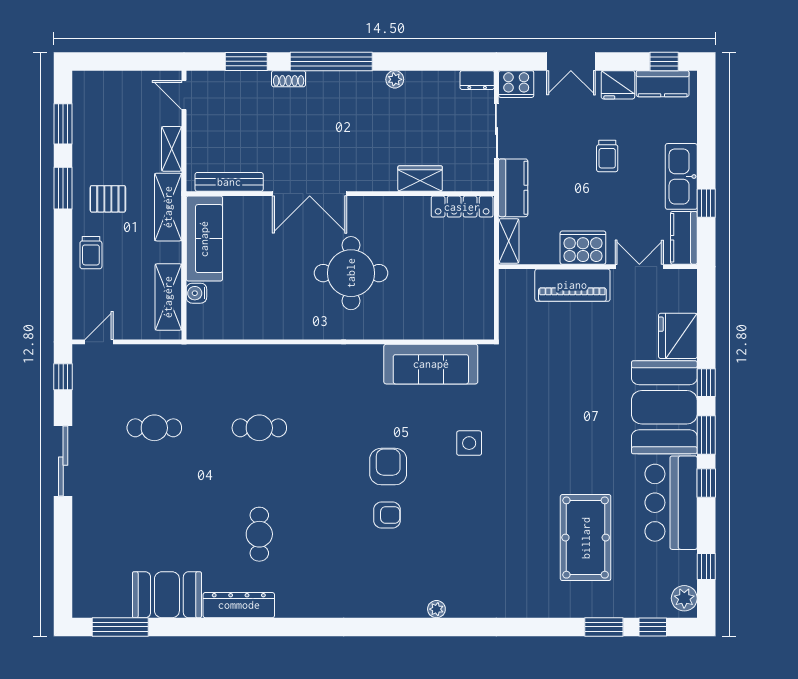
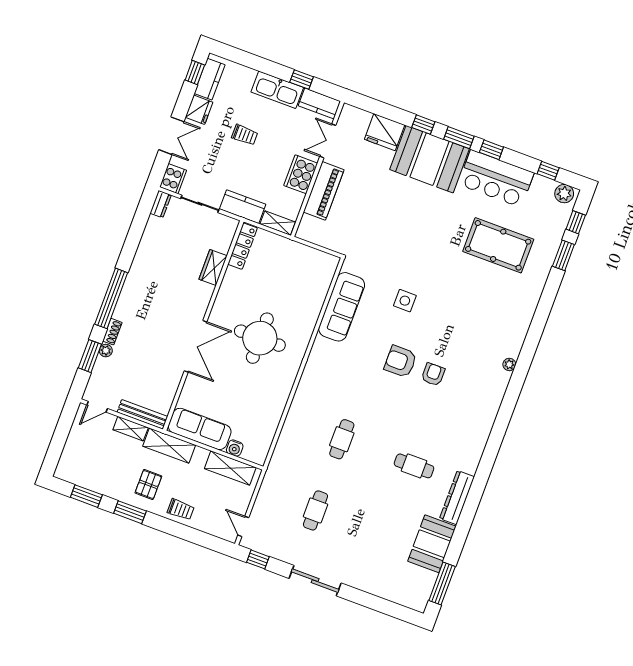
plant: (395, 79) -> (106, 351), moved
bench: (229, 182) -> (142, 414), moved, turned 90

